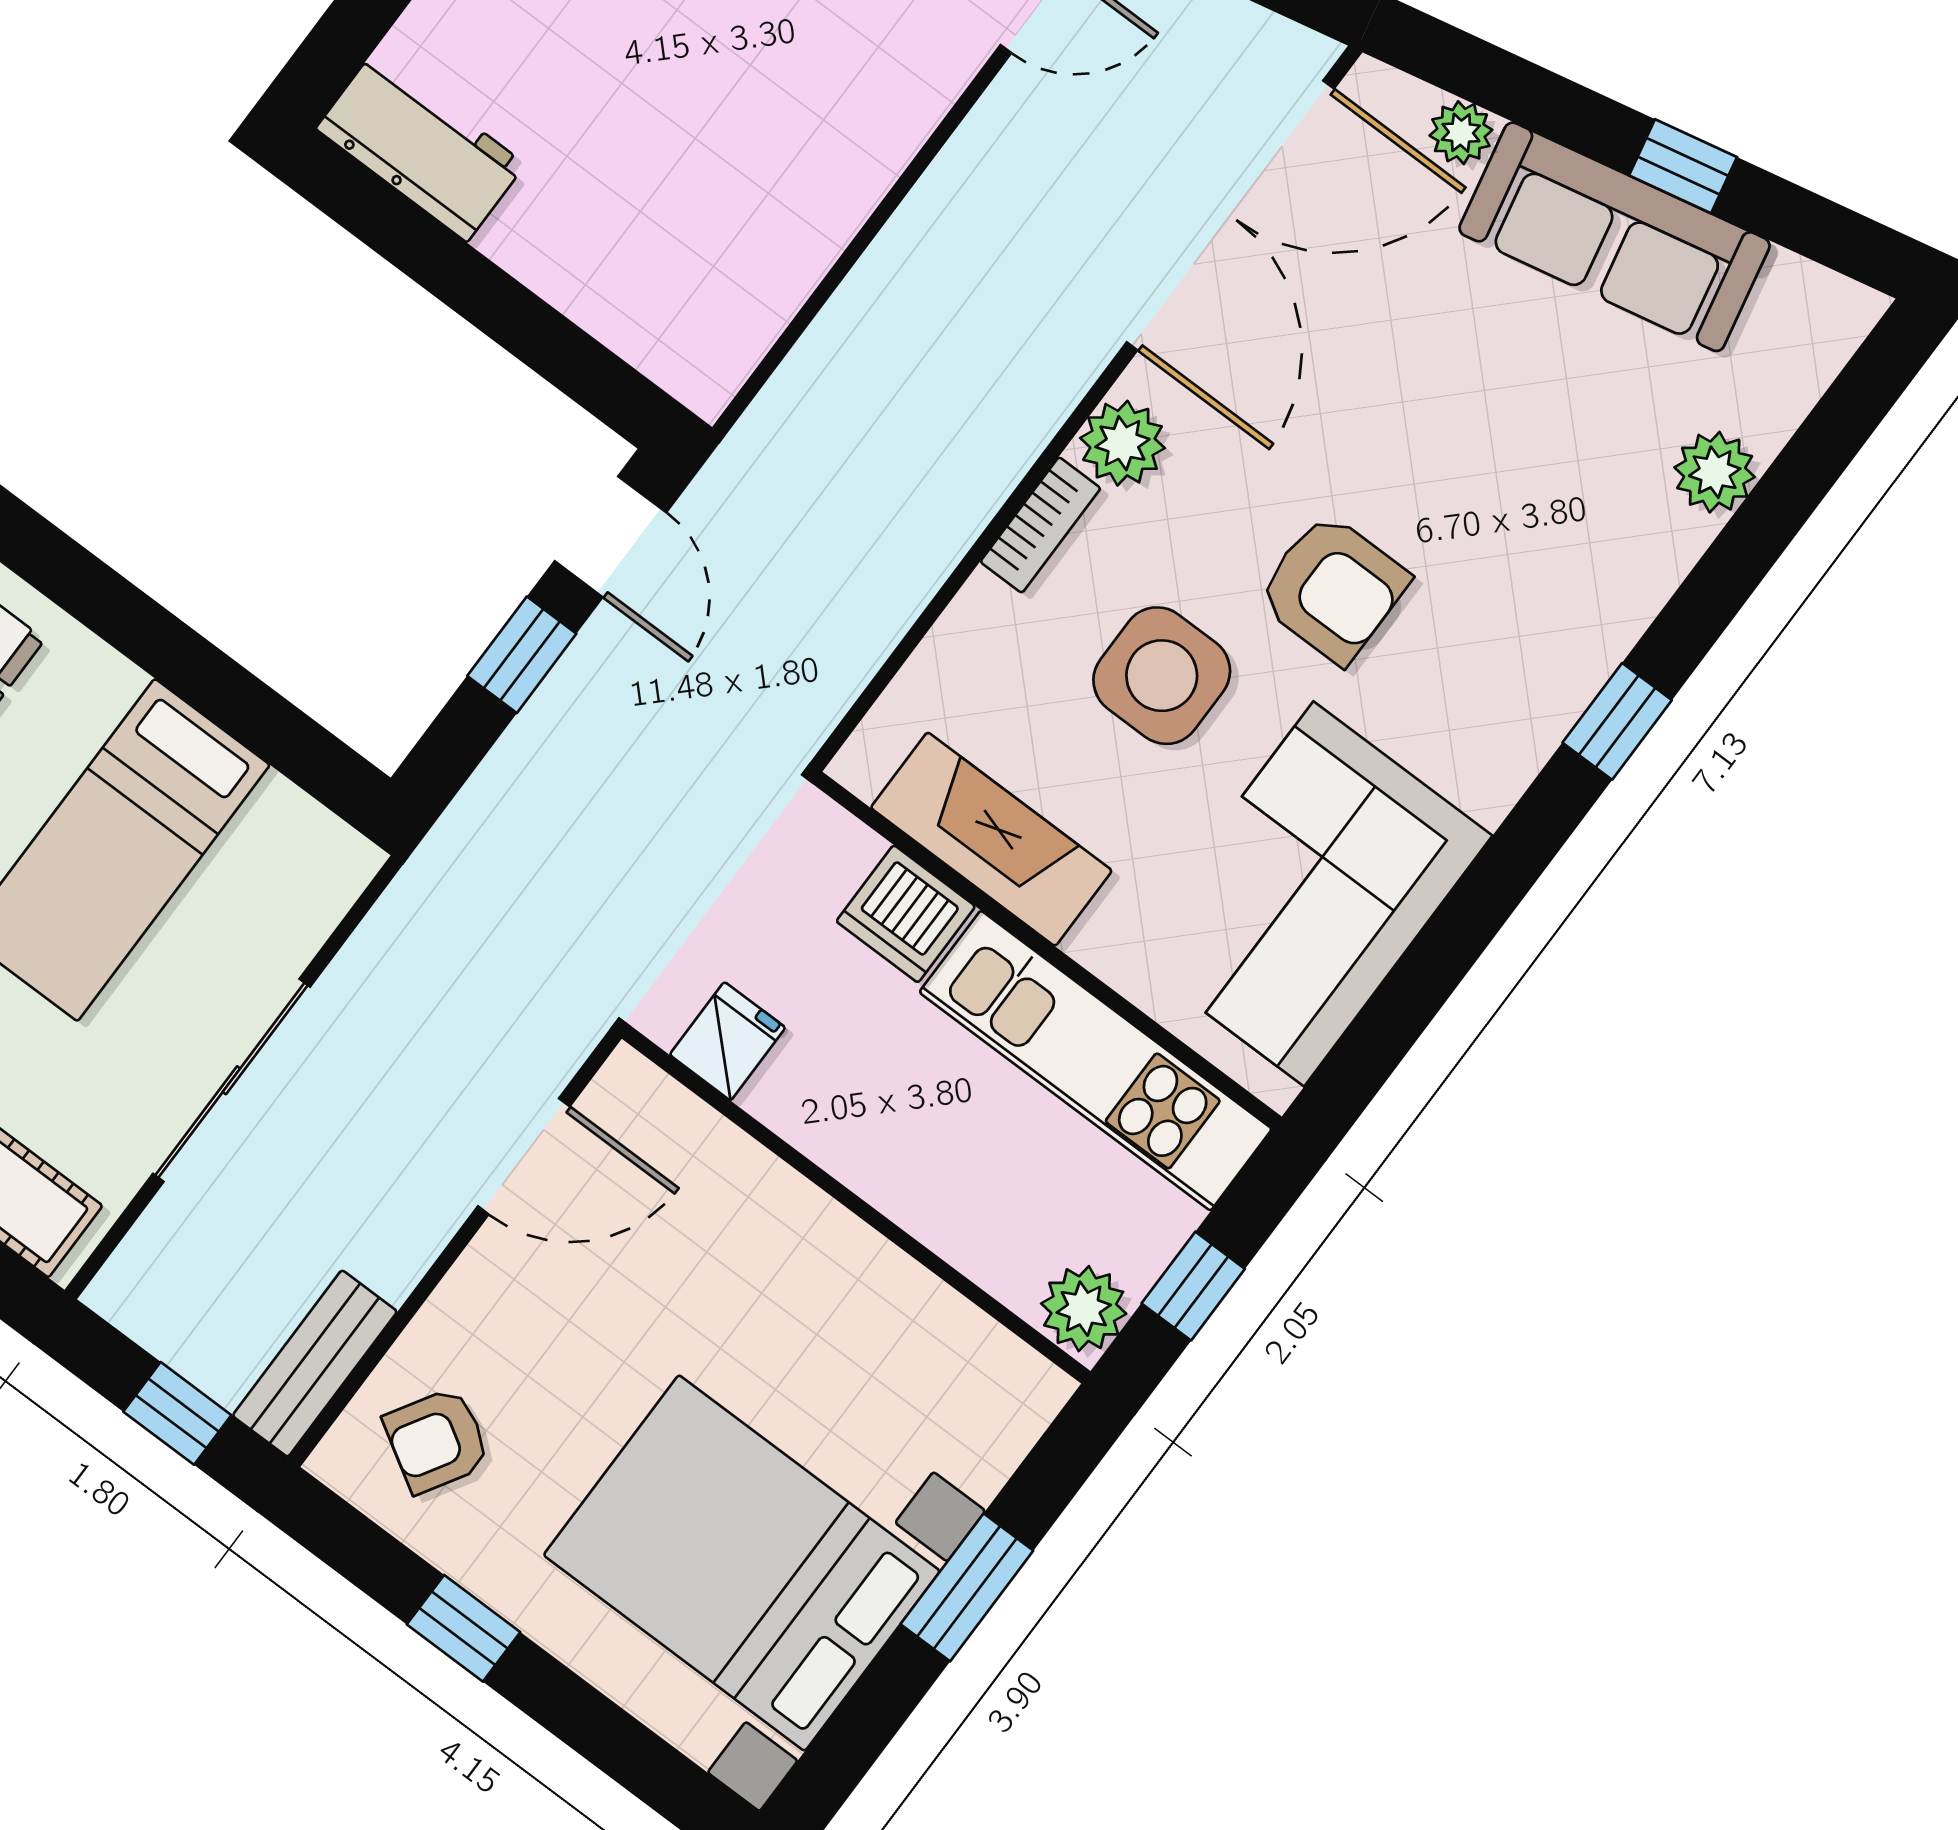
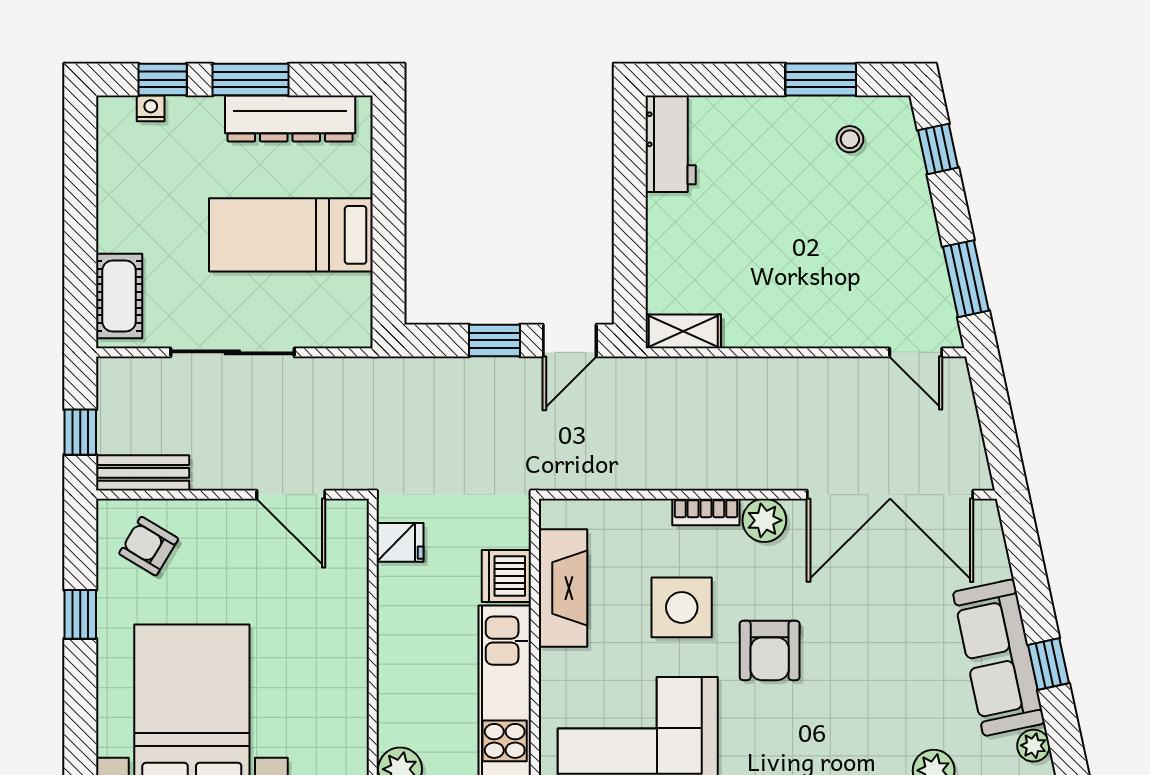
plant: (1461, 133) -> (1033, 746), moved
shelving: (730, 348) -> (683, 331), added

